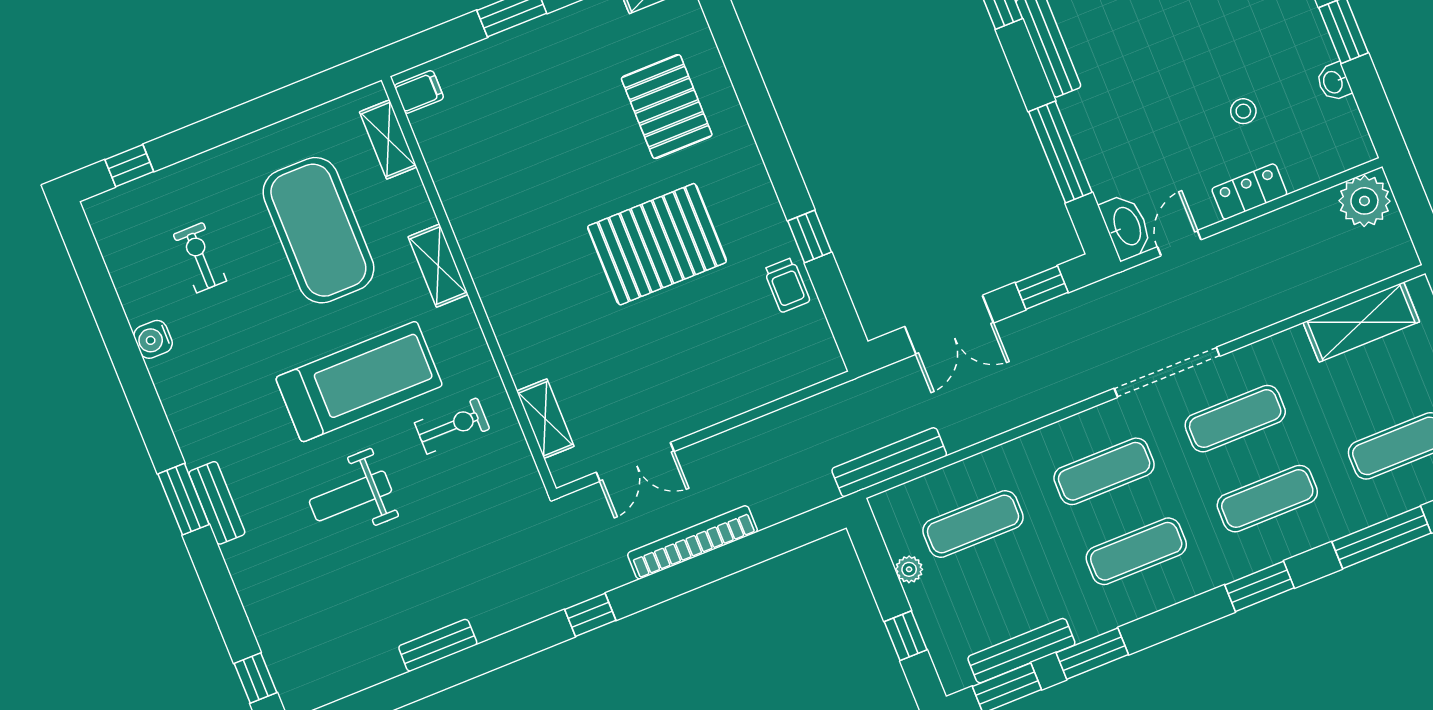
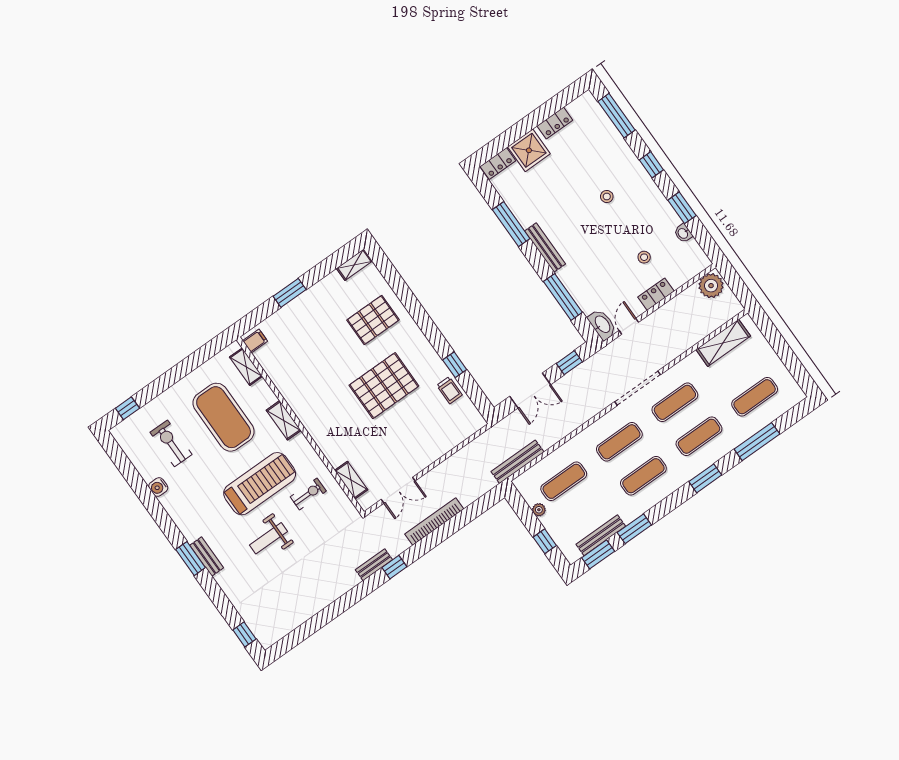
pallet: (667, 107) -> (373, 320), turned 90
exercise bike: (200, 258) -> (171, 443), width x1.38, depth x1.39
bench: (438, 645) -> (374, 565), moved

